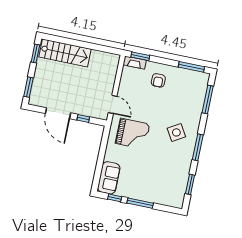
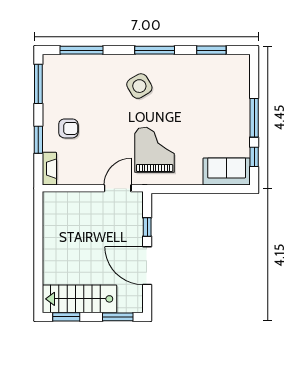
stairs: (65, 53) -> (80, 299), moved, turned -90
window: (140, 56) -> (38, 140), moved
door: (58, 113) -> (147, 266), swing flipped

